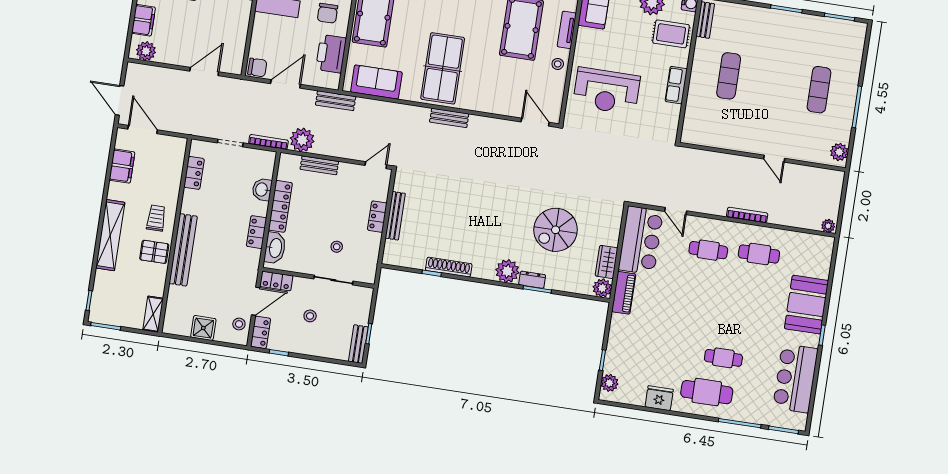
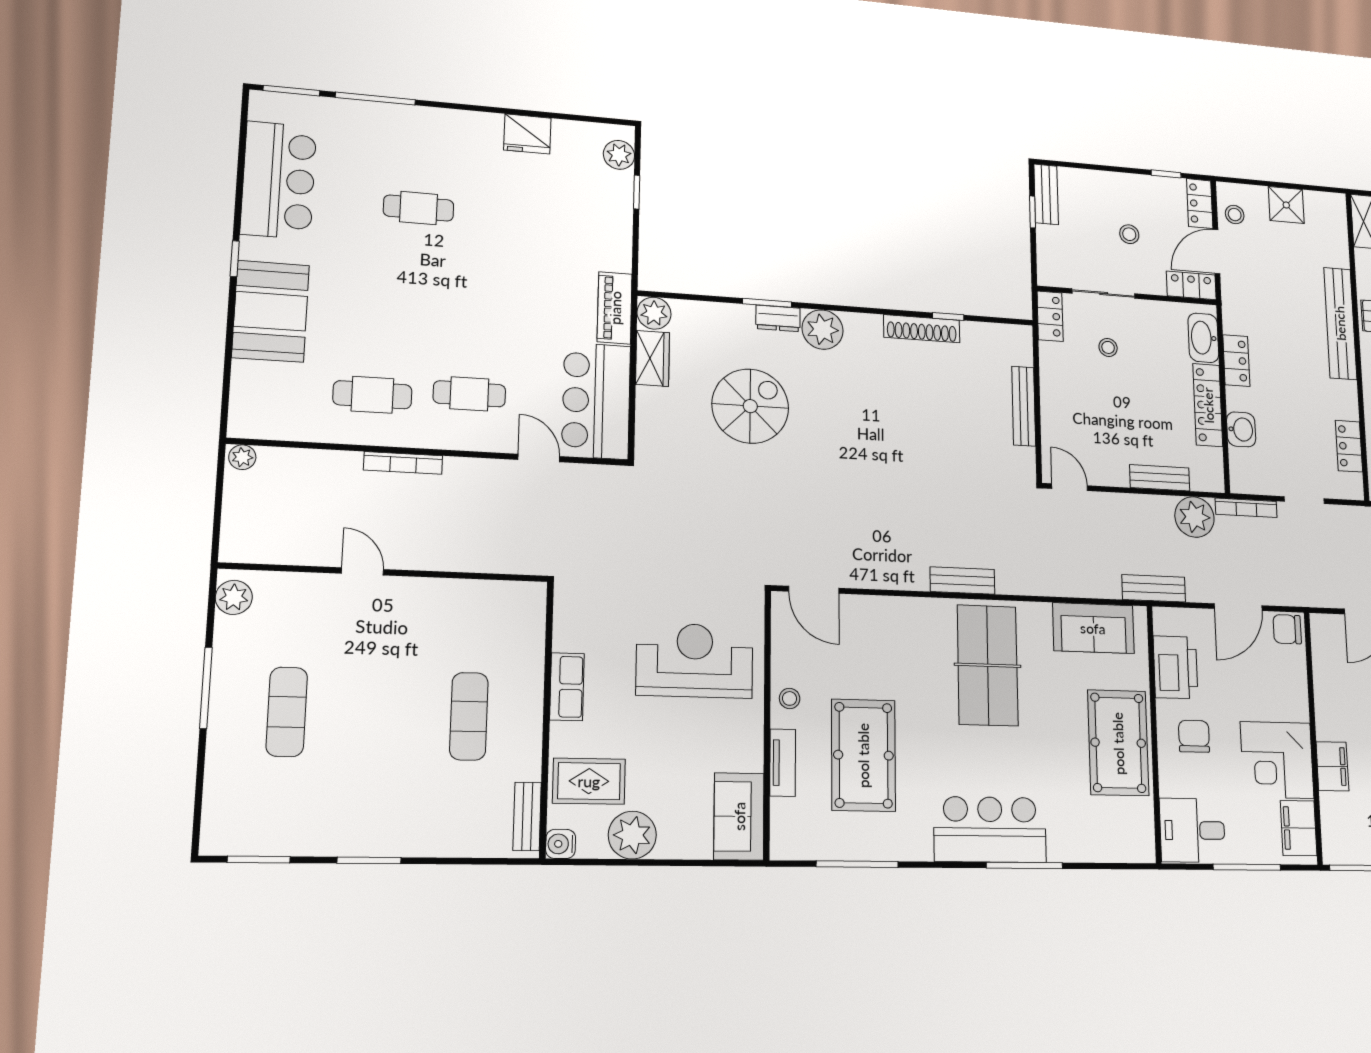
door: (376, 165) -> (1070, 487), swing flipped
locker: (377, 217) -> (1050, 316), moved
cafe table: (707, 392) -> (442, 148), removed

